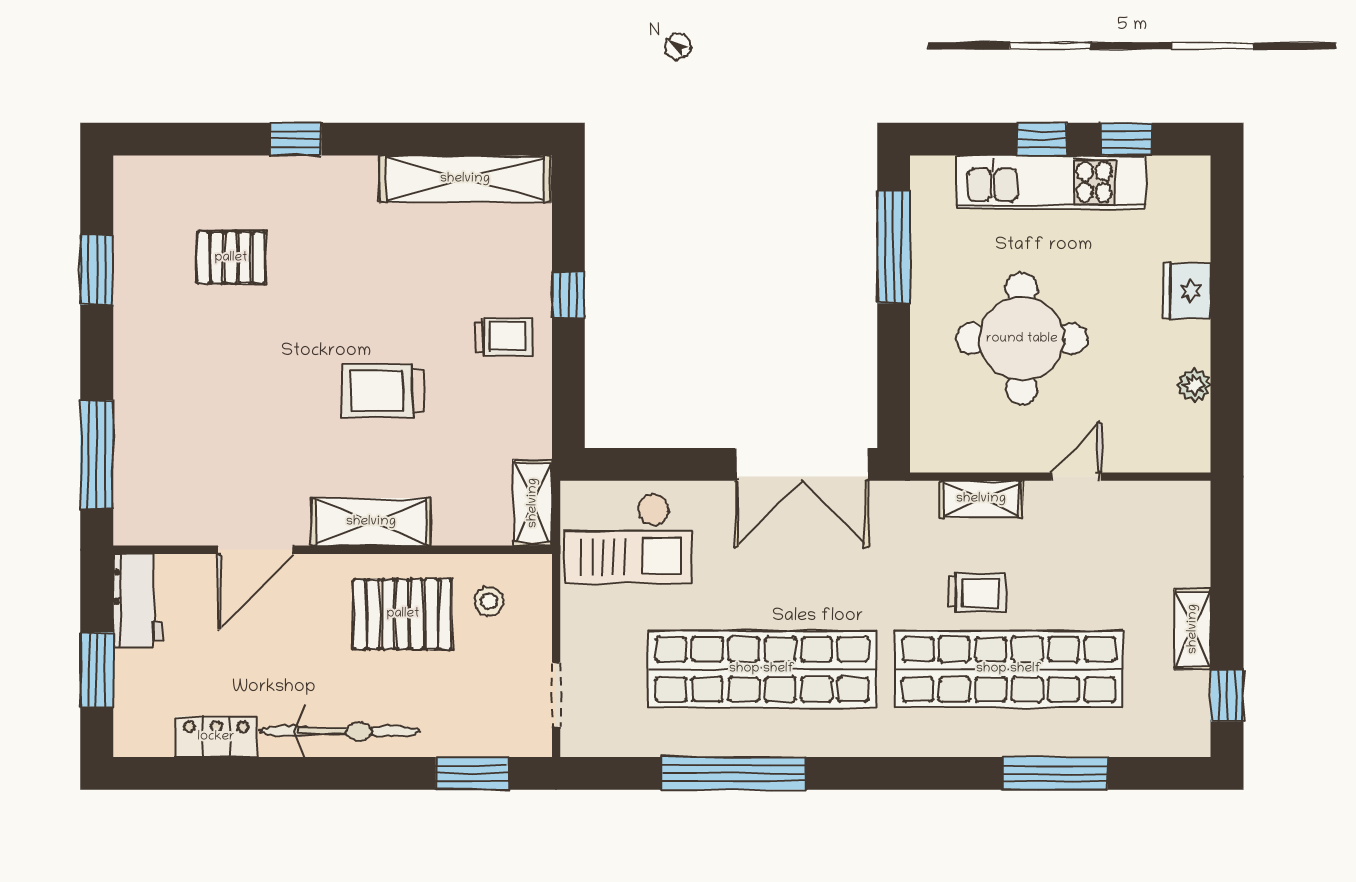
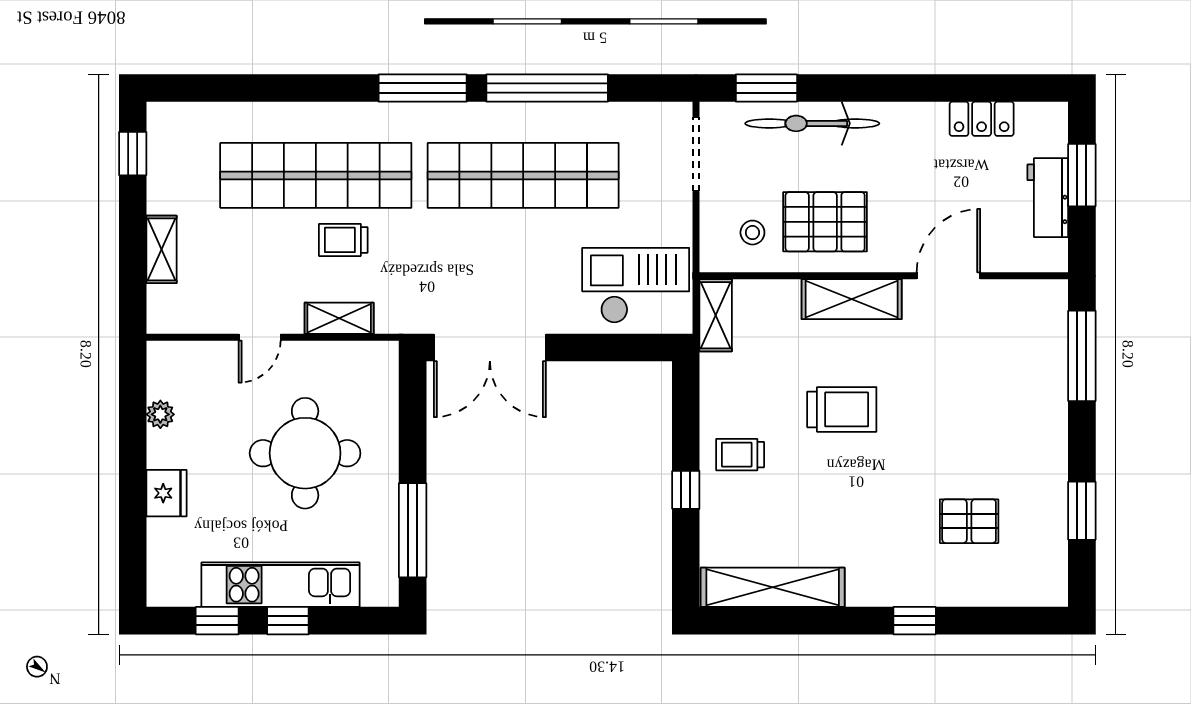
double door: (802, 464) -> (490, 348), swing flipped
workbench: (137, 601) -> (1048, 198), moved
shelving: (1193, 629) -> (161, 249), moved
doorway: (556, 695) -> (696, 154), width x1.38
bicycle: (340, 731) -> (812, 123), moved
window: (1055, 773) -> (423, 88), moved

